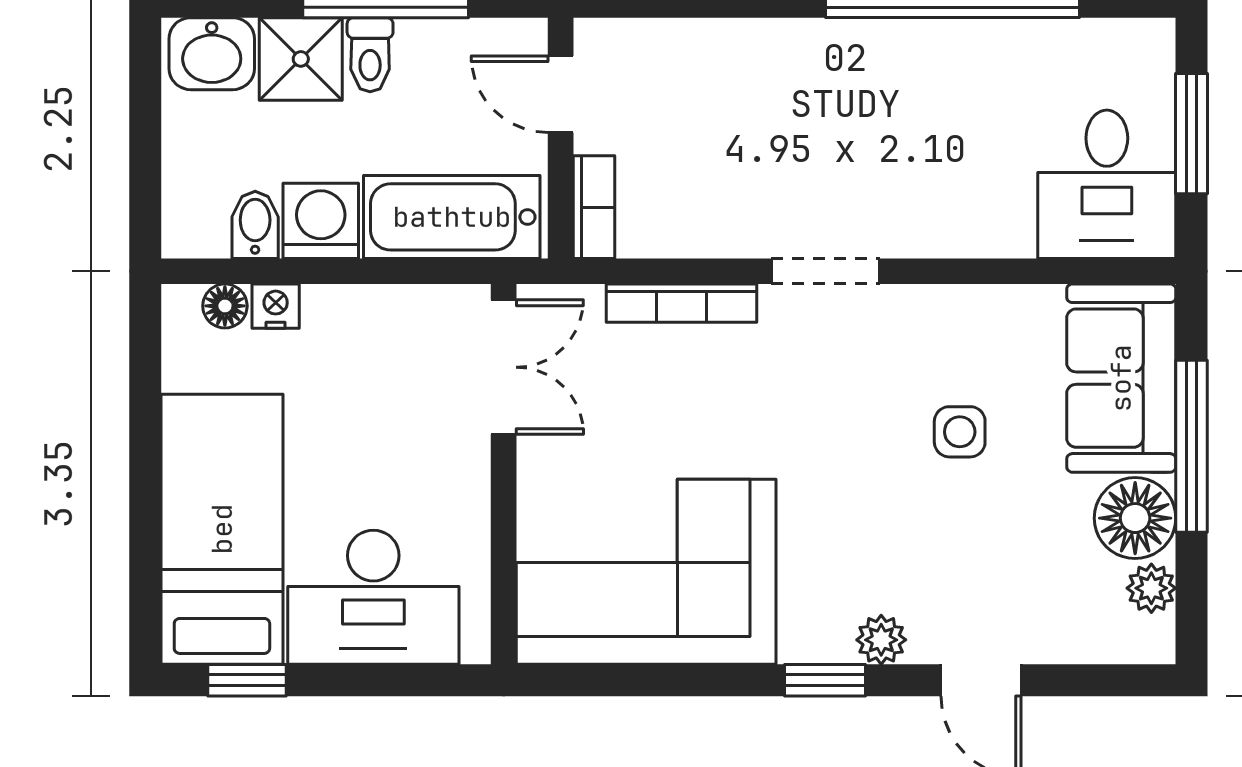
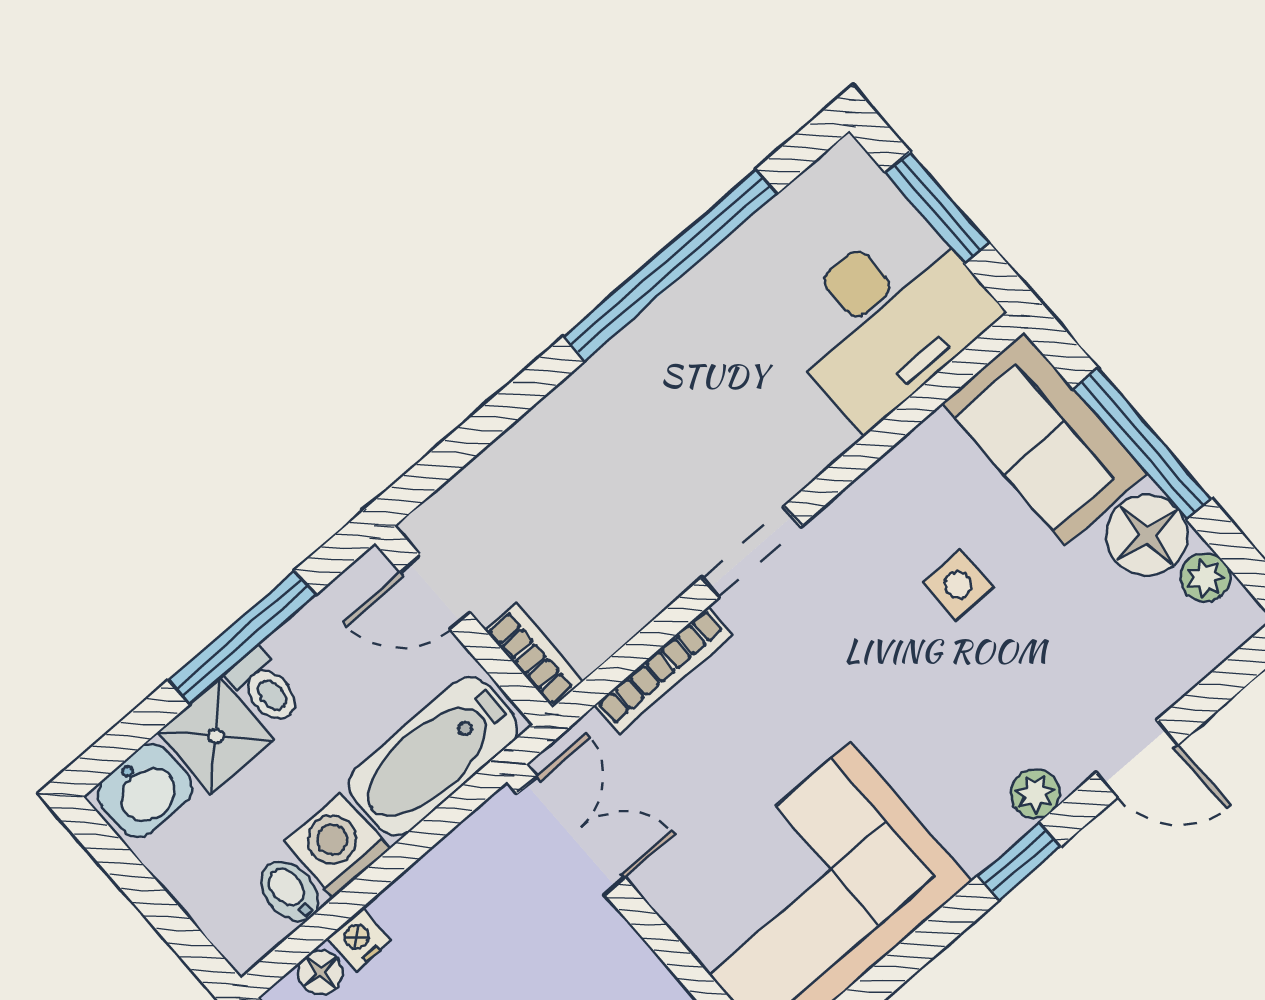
desk: (1107, 184) -> (887, 318), width x1.37

